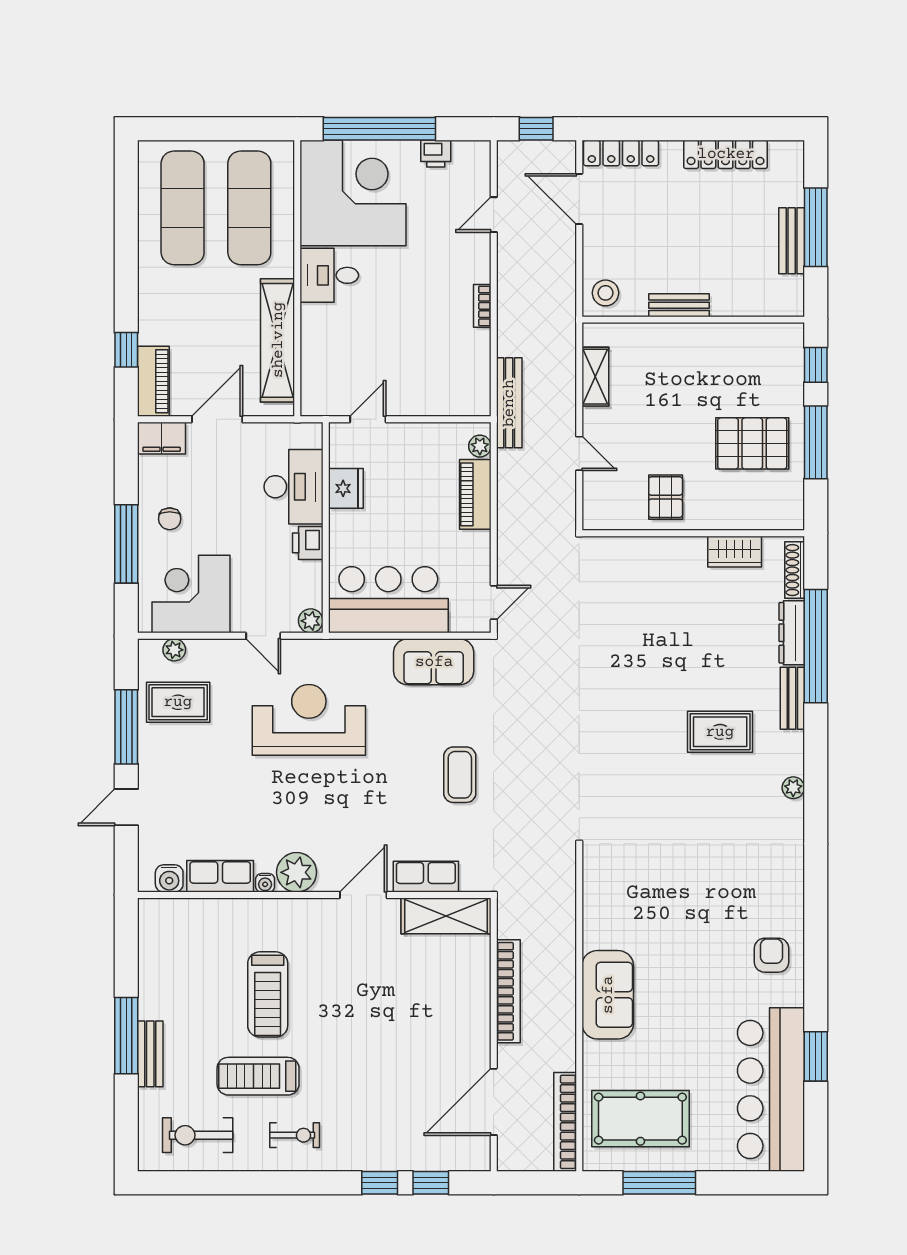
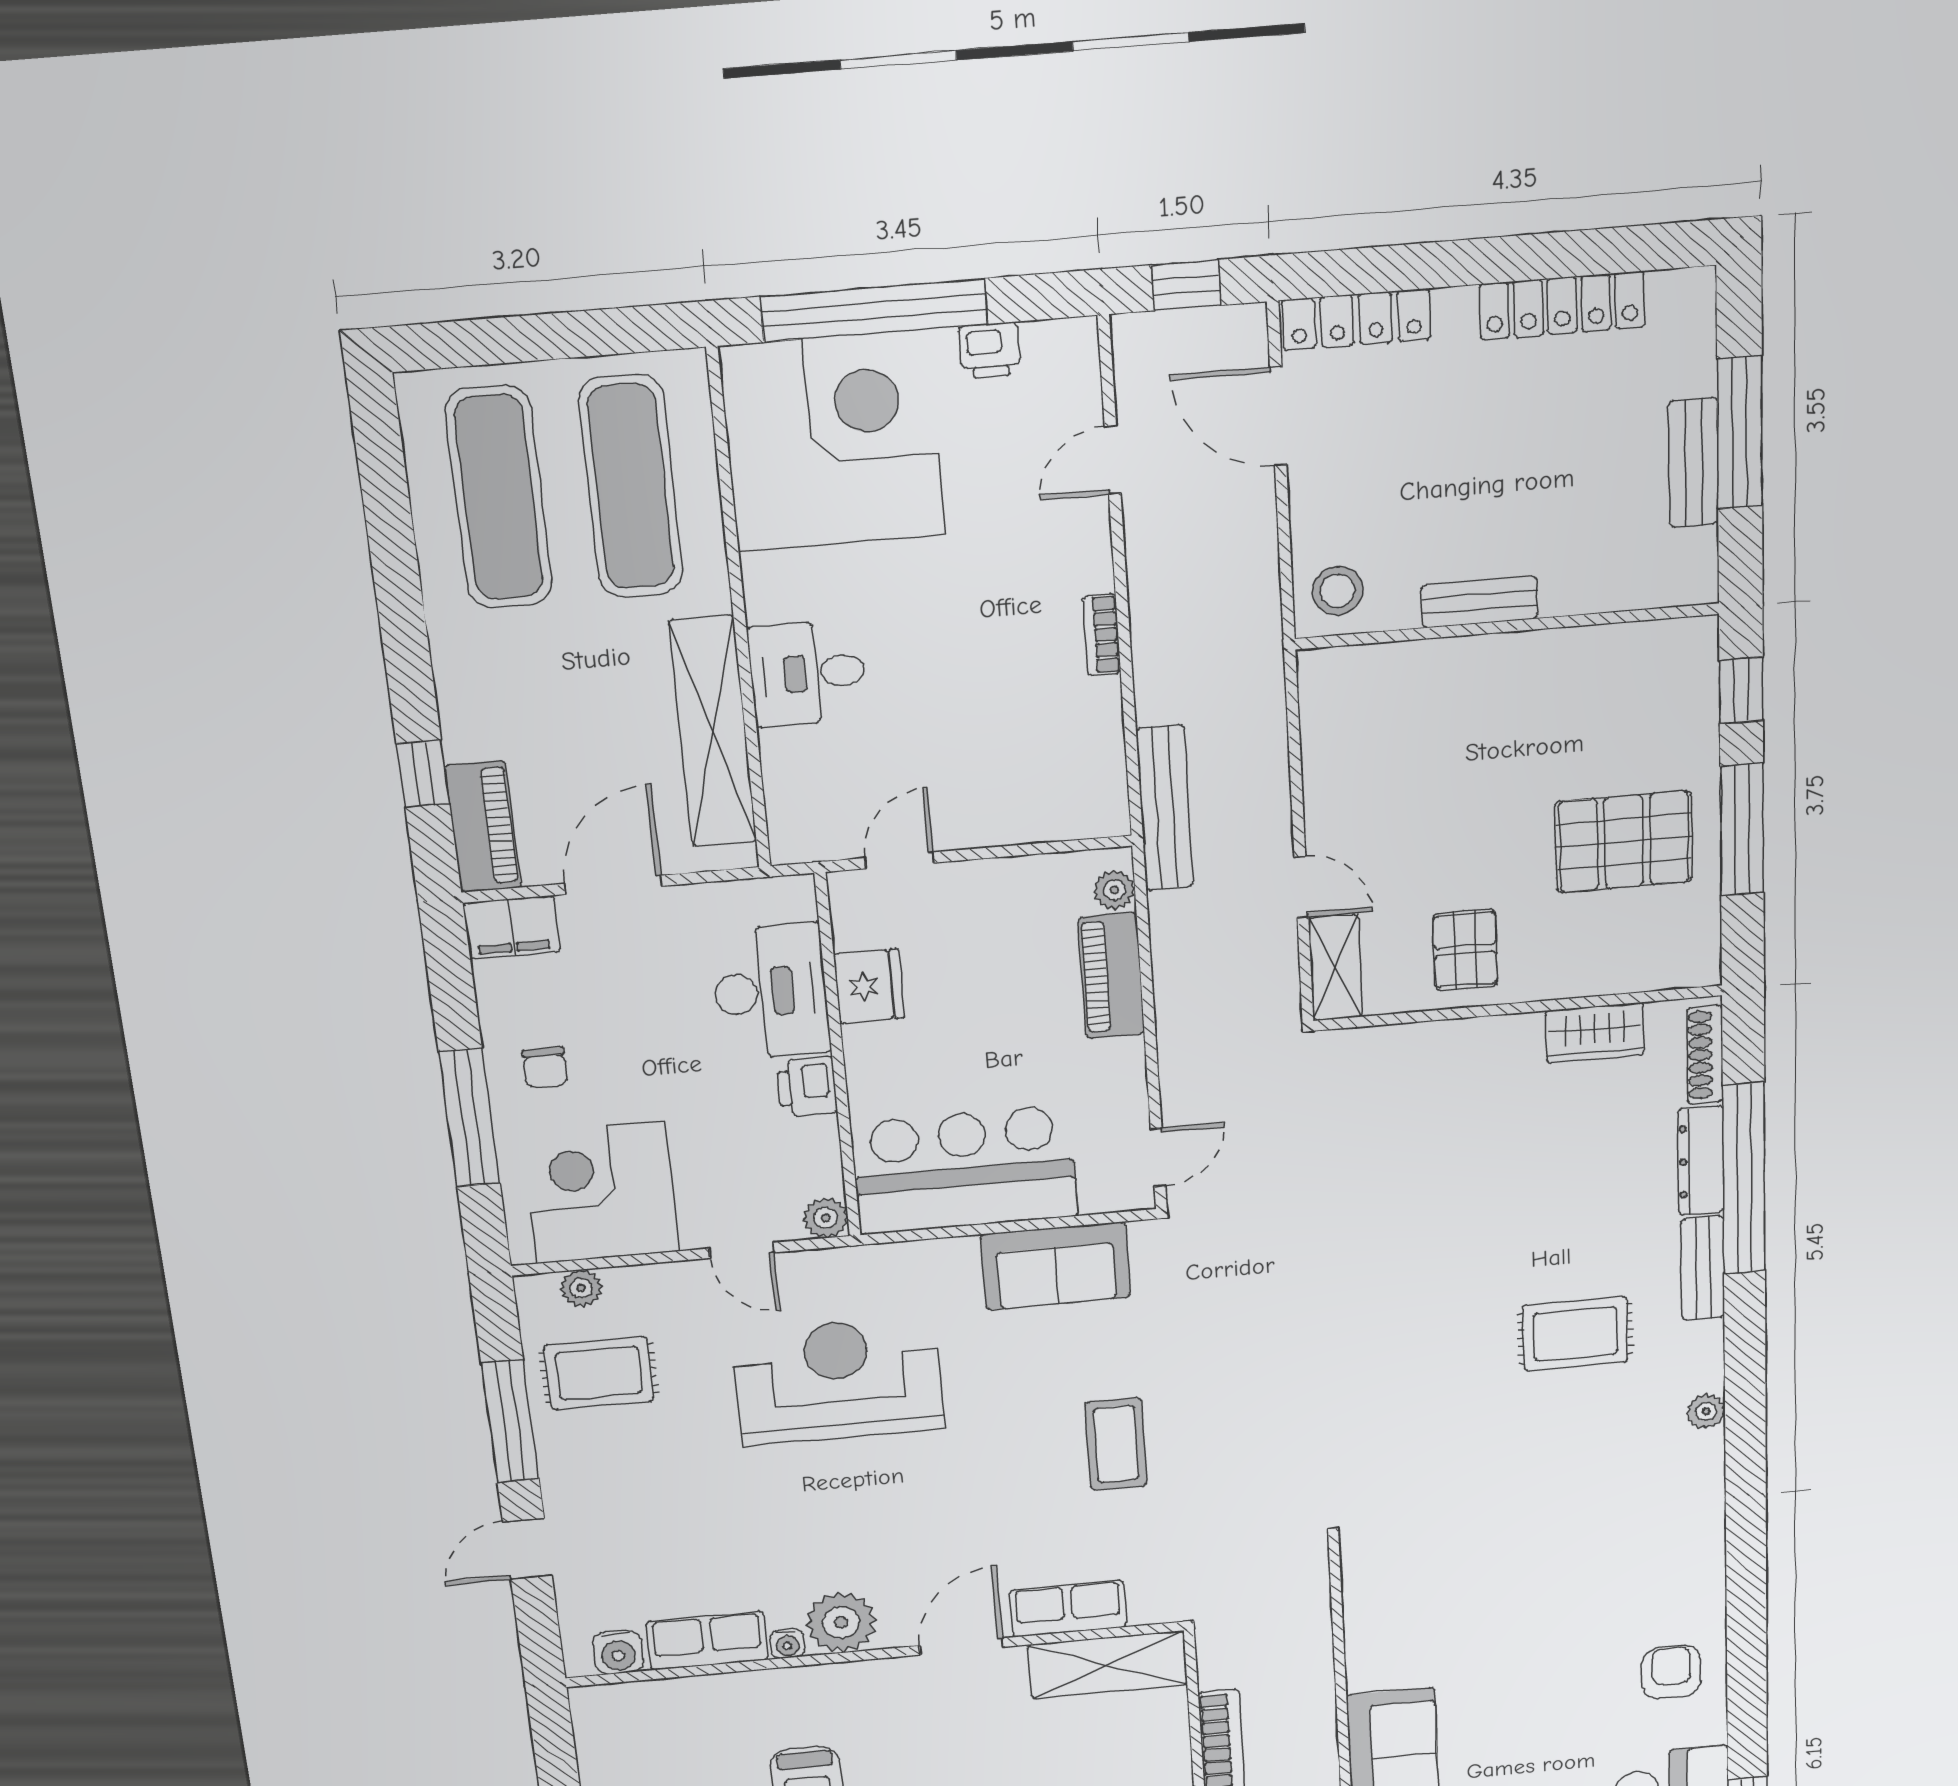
desk: (329, 275) -> (808, 673), moved
shelving: (595, 377) -> (1335, 968), moved

